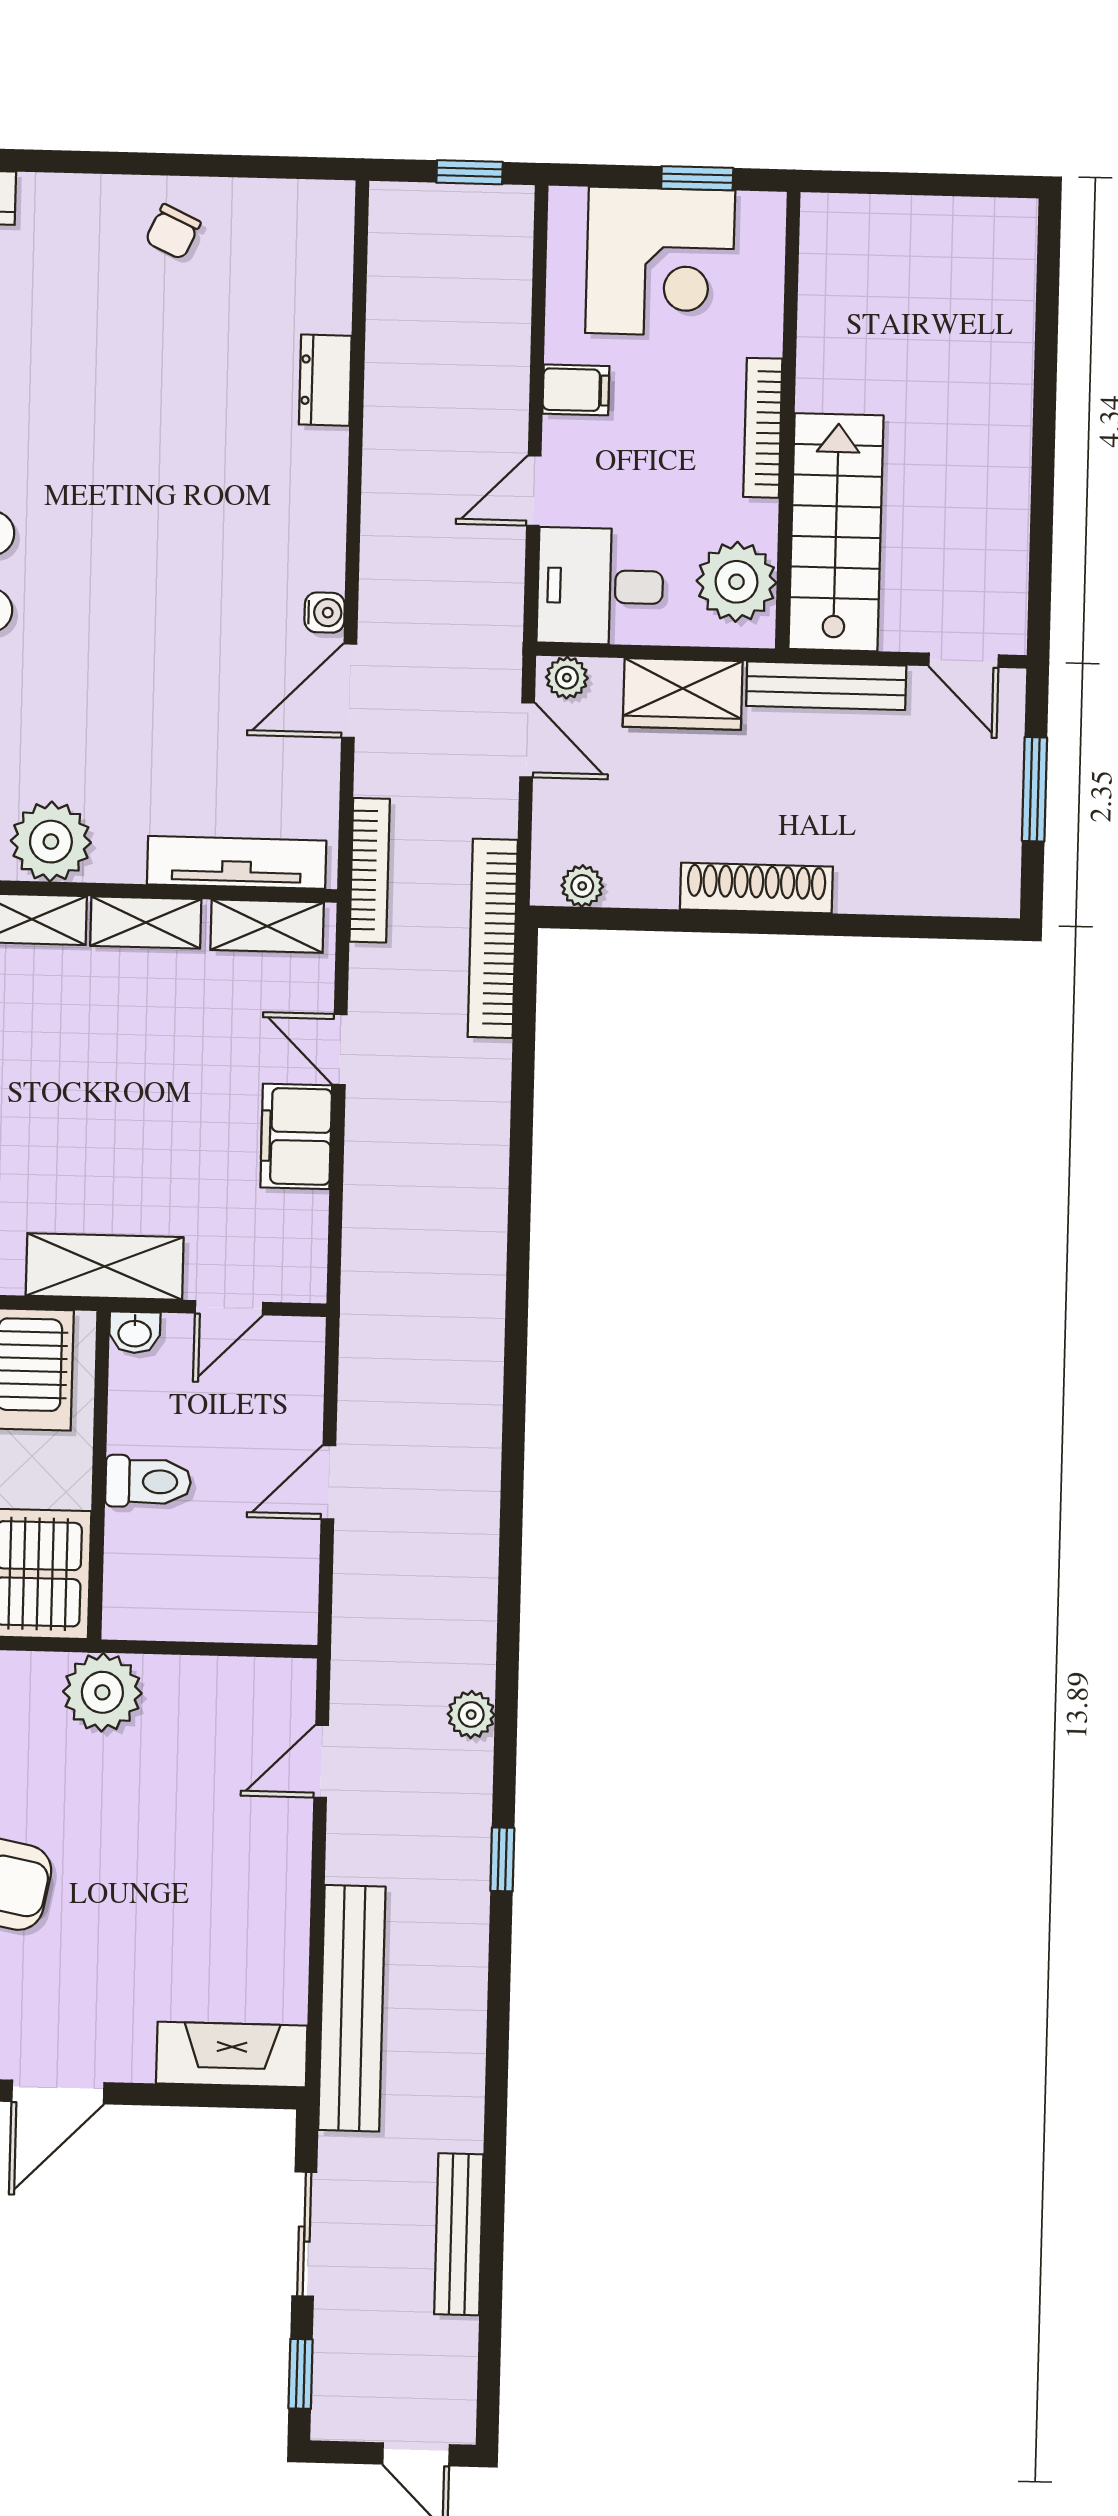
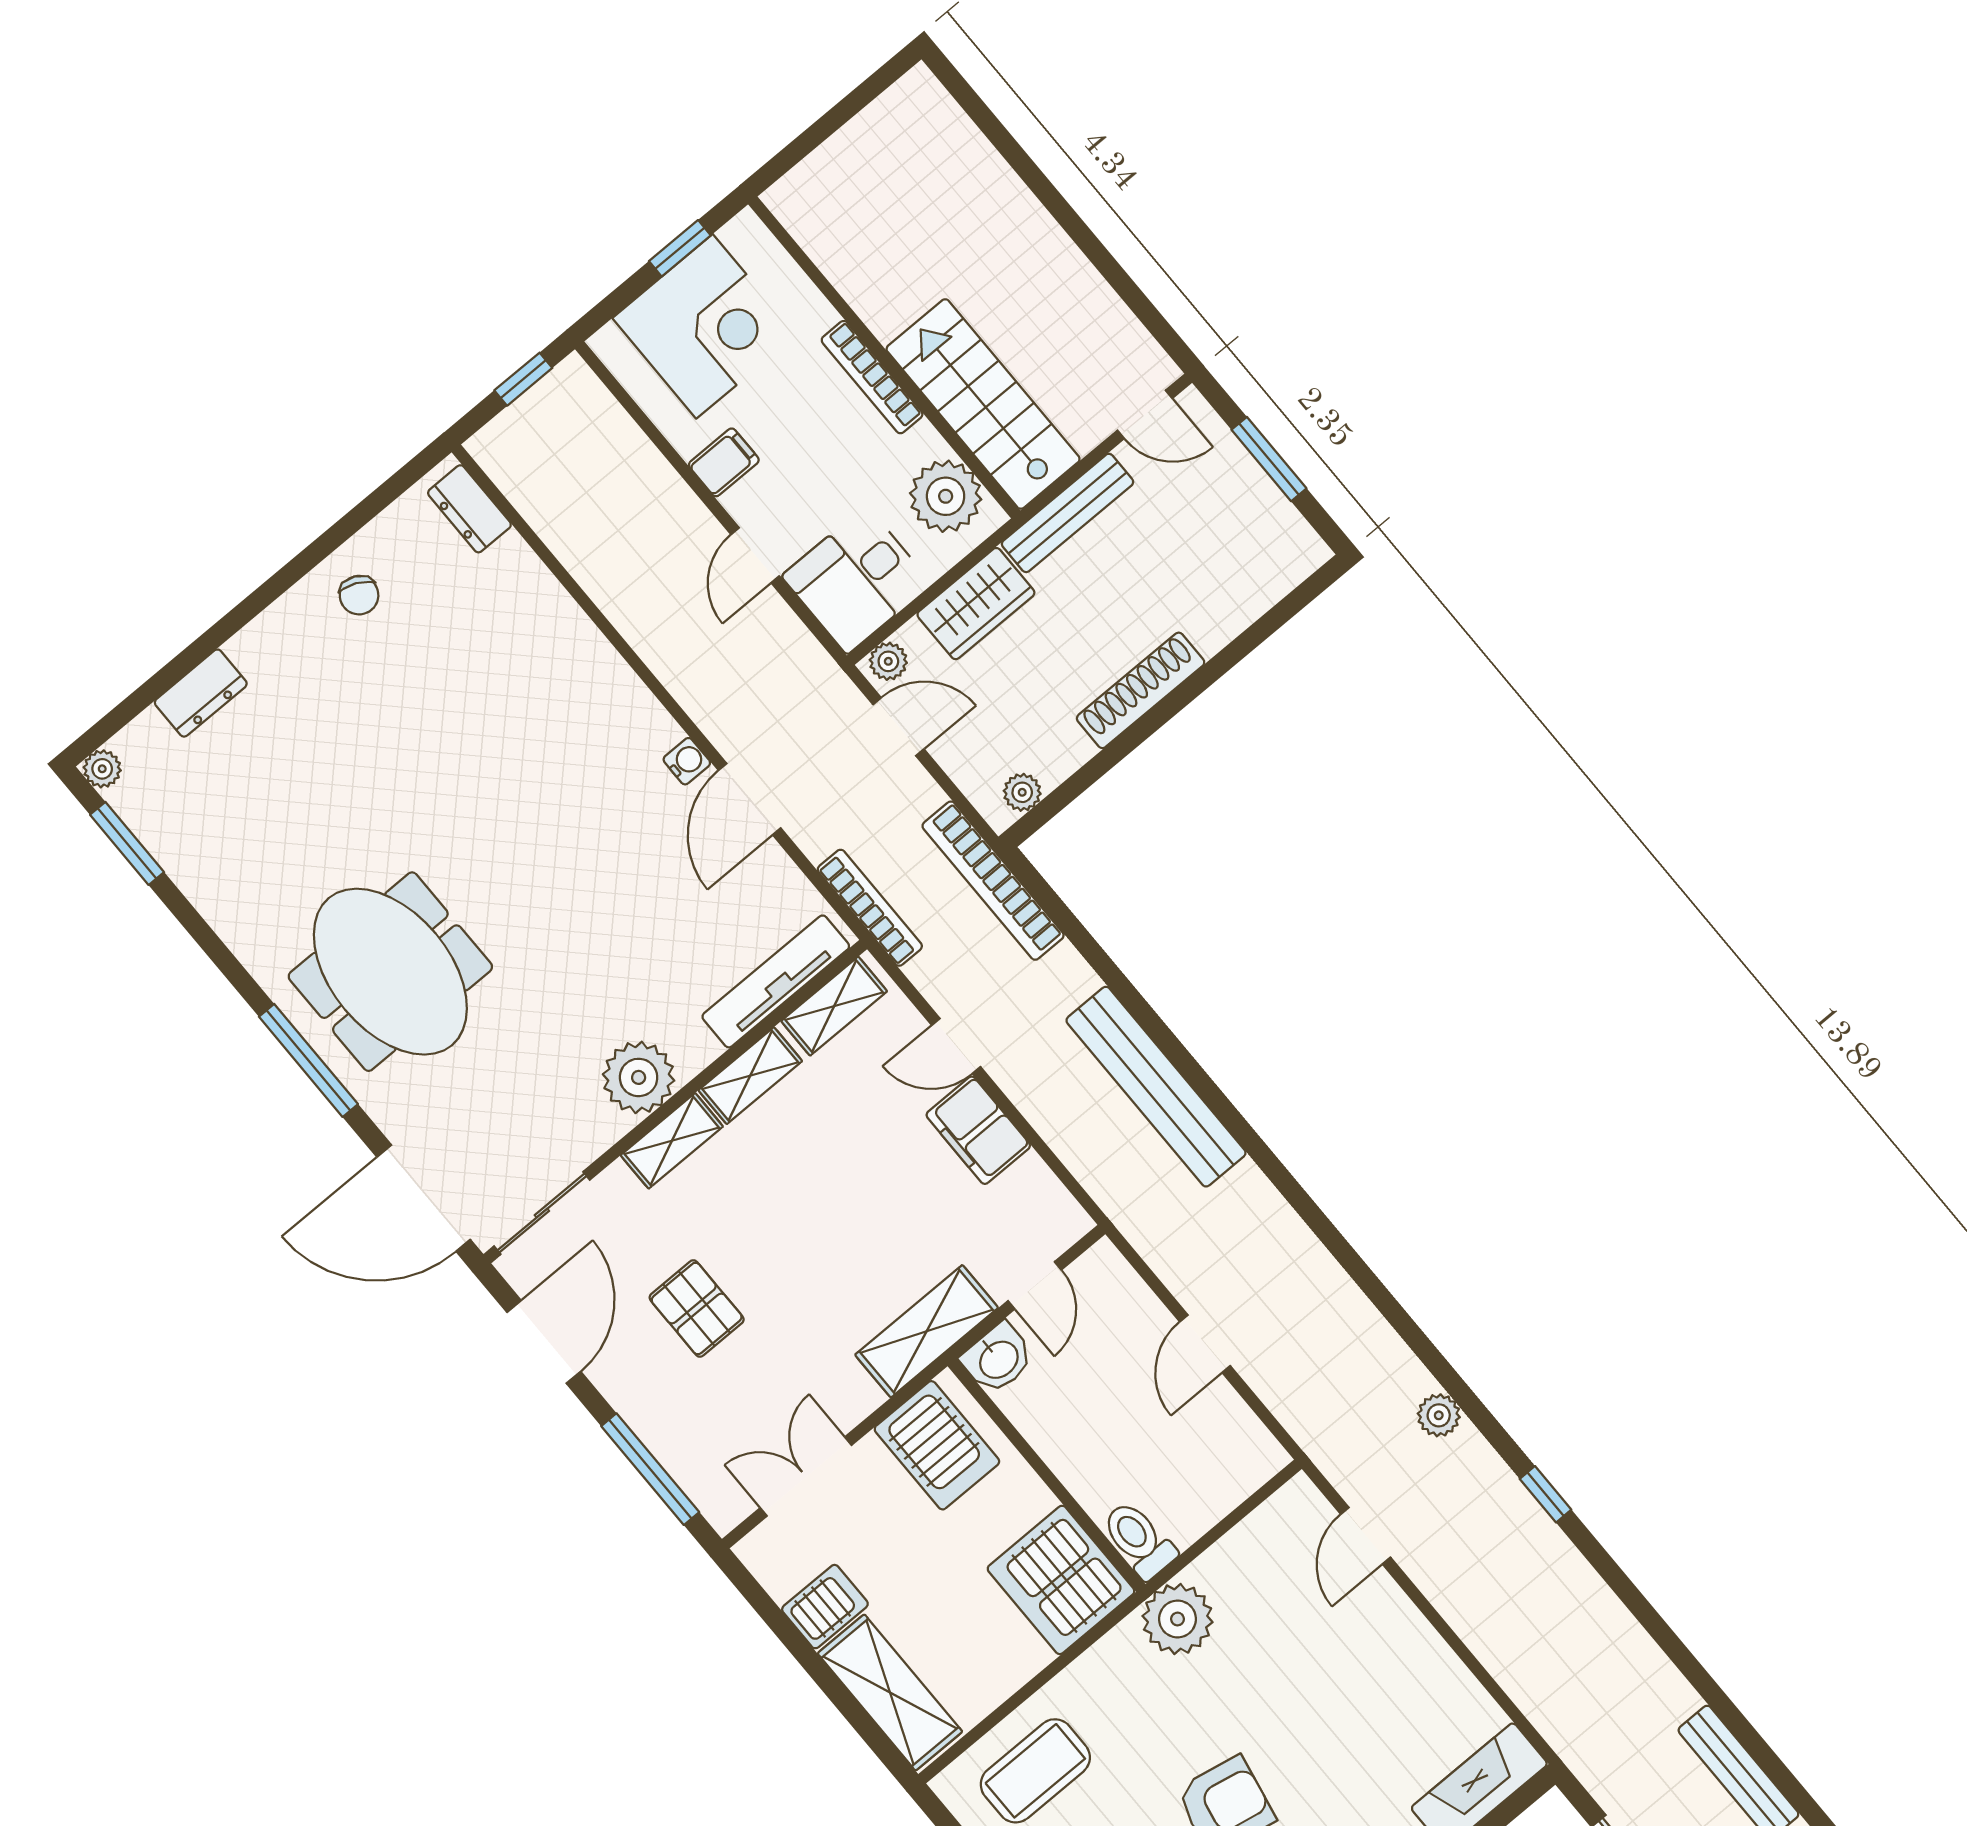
dresser: (325, 380) -> (469, 509), moved
washbasin: (135, 1332) -> (998, 1359), width x1.38, depth x1.45
toilet: (148, 1482) -> (1139, 1540), moved, turned -90
bench: (352, 2008) -> (1156, 1087), moved

